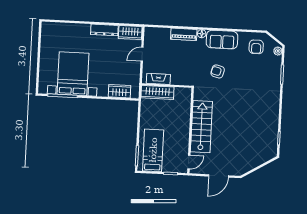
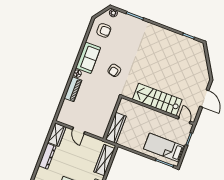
fireplace: (158, 79) -> (104, 123), removed
wardrobe: (120, 91) -> (104, 160), width x1.50

